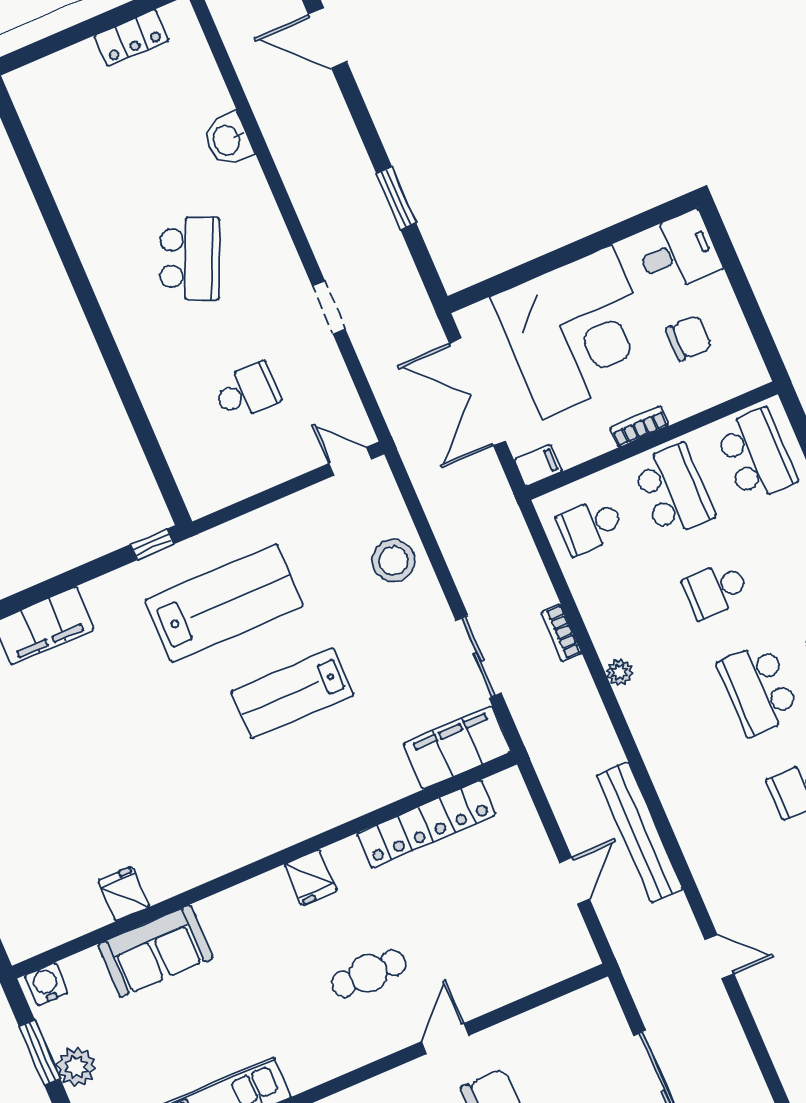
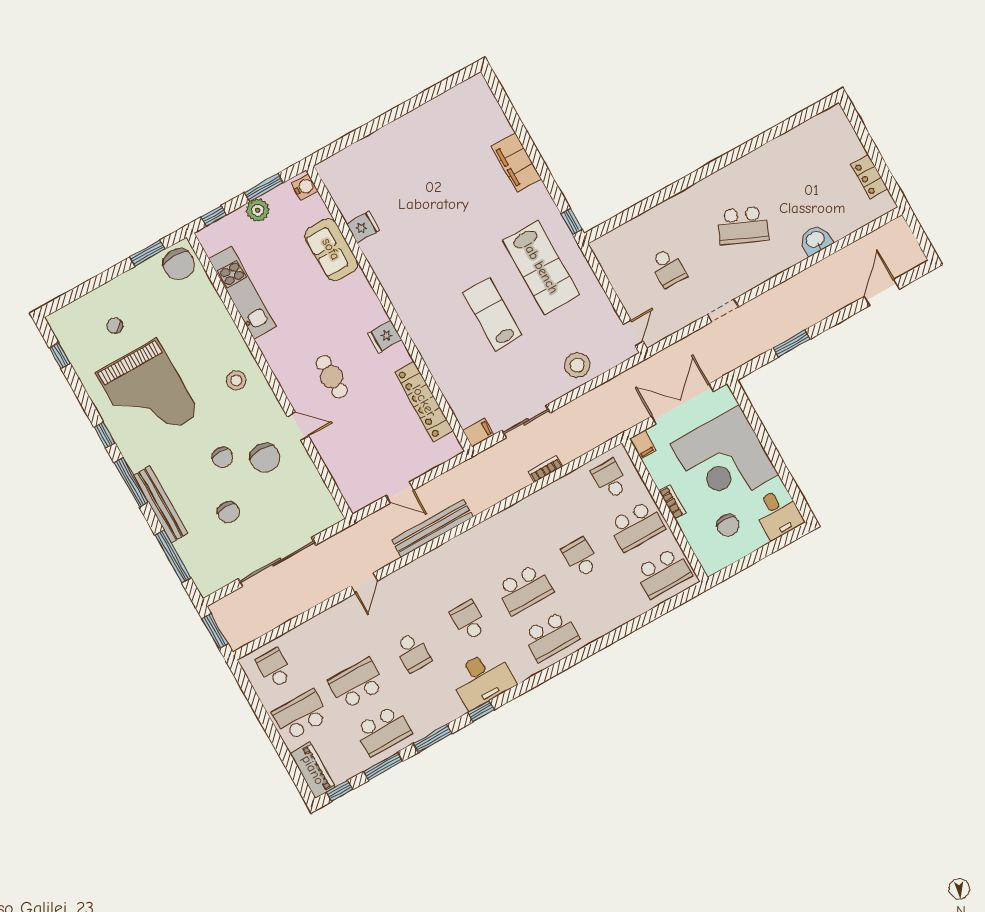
plant: (619, 672) -> (526, 506), removed
school desk: (758, 689) -> (525, 589), turned 180
filing cabinet: (457, 748) -> (478, 433), width x0.33, depth x0.86

